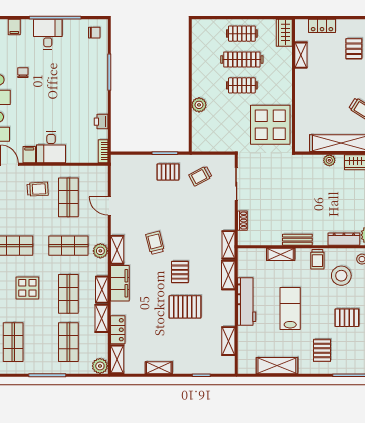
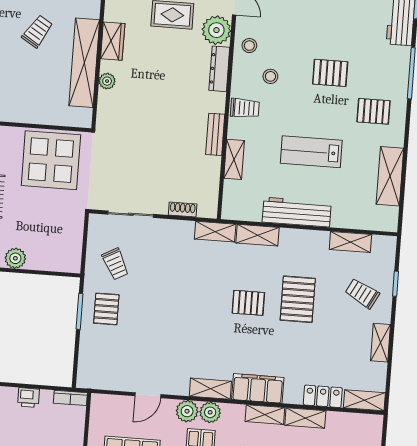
trolley: (155, 243) -> (362, 293), moved, turned 42
stool: (341, 276) -> (270, 76), width x0.53, depth x0.53
pallet: (347, 318) -> (330, 73), turned 90
plant: (100, 366) -> (187, 411), moved

